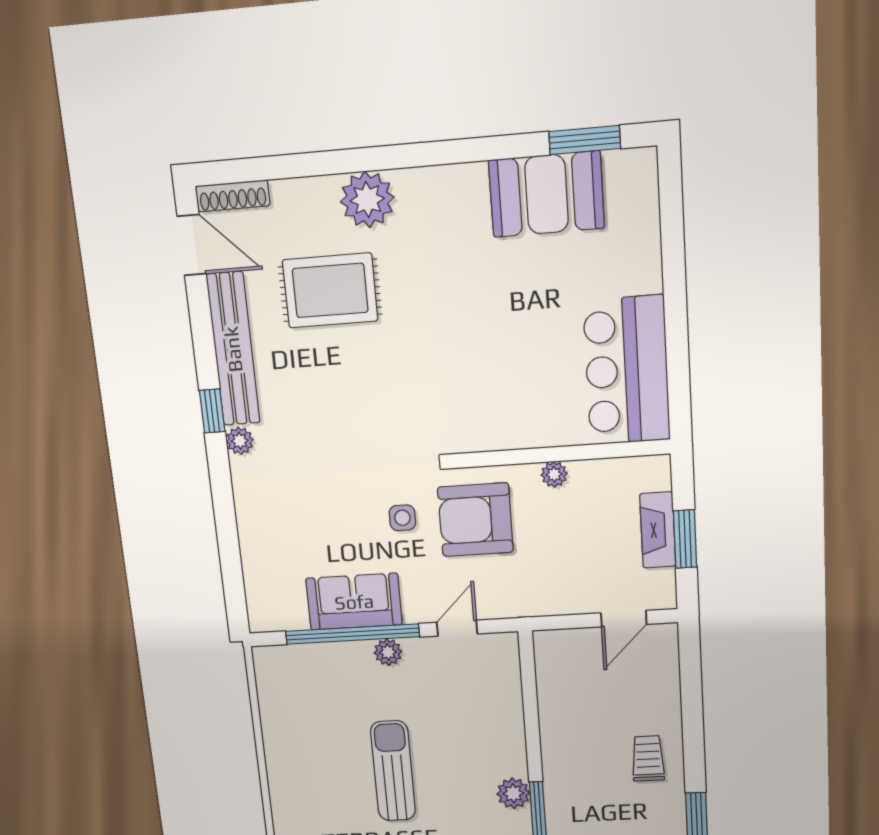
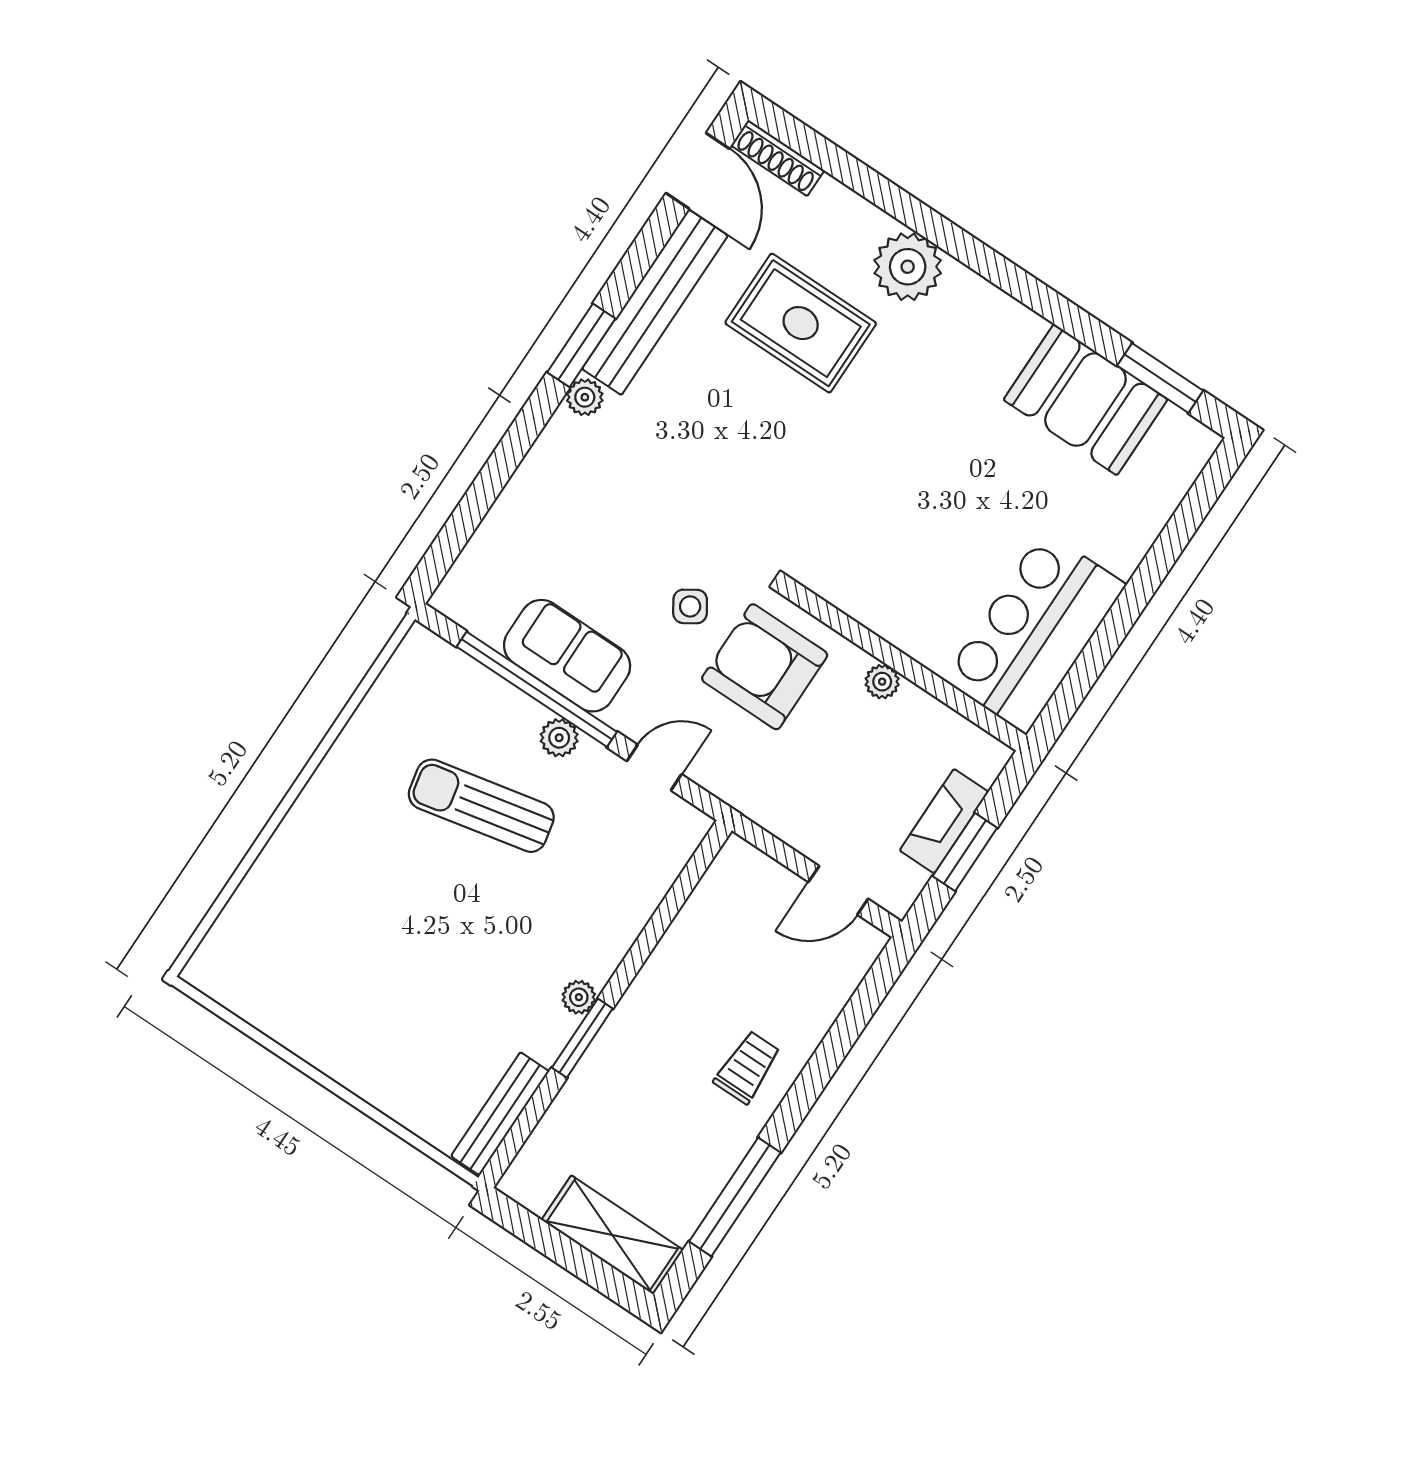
window: (212, 411) -> (581, 345), width x1.50
side table: (402, 518) -> (690, 606), turned -33
sun lounger: (393, 771) -> (481, 806), moved, turned -102
plant: (513, 793) -> (579, 997), width x0.73, depth x0.73

